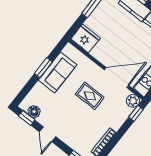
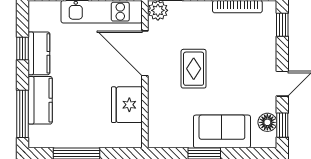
fridge: (86, 38) -> (127, 105), moved
sofa: (58, 72) -> (222, 131), moved

